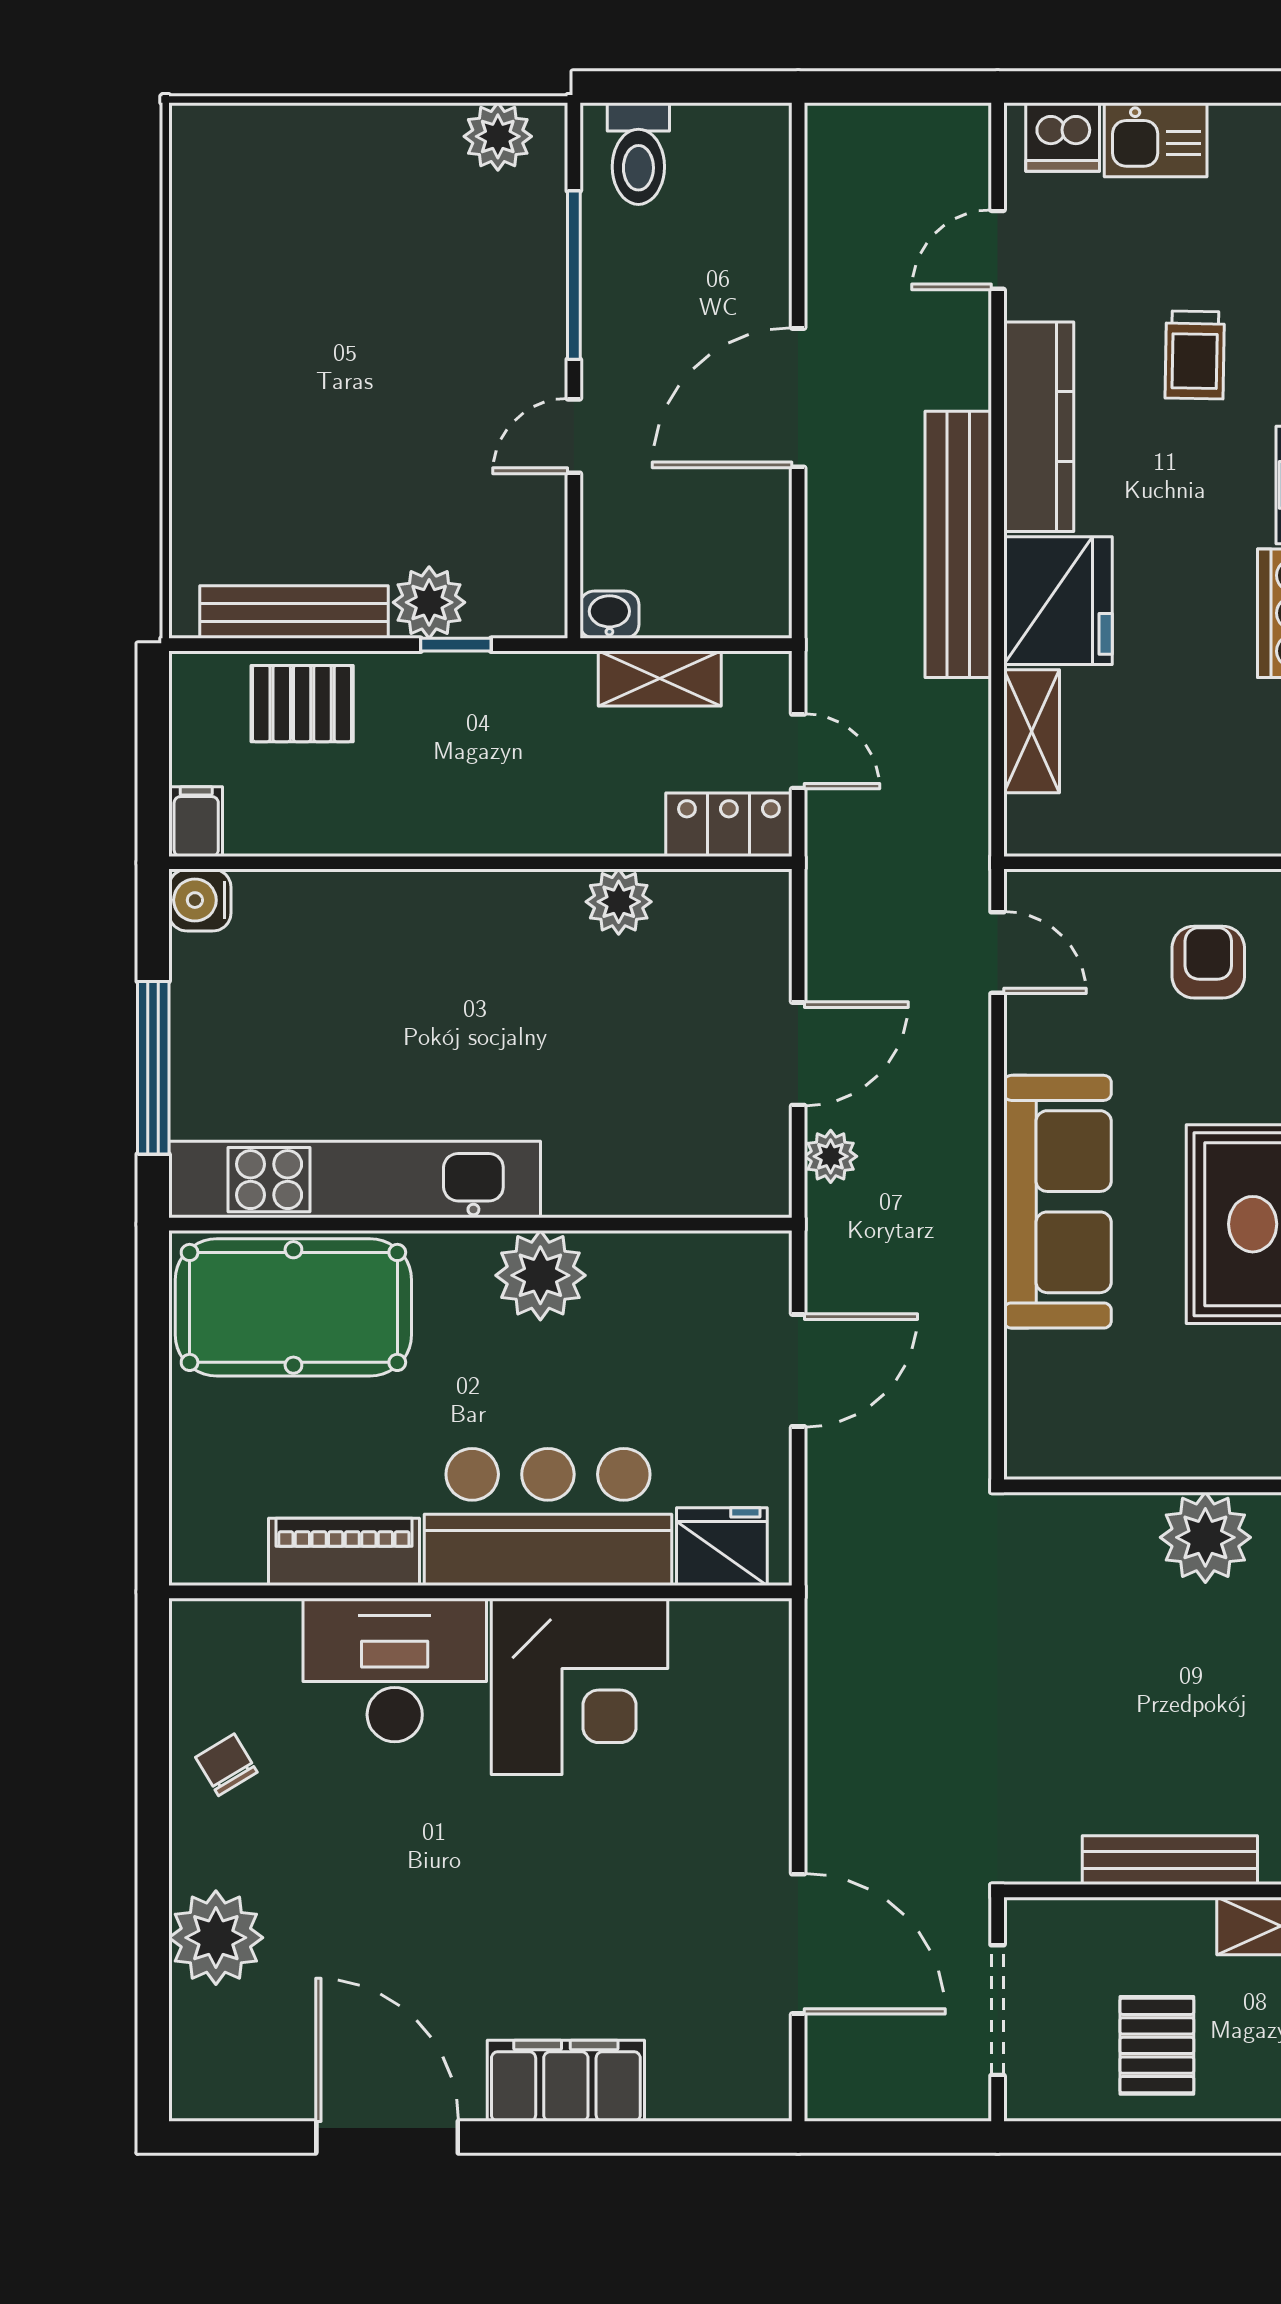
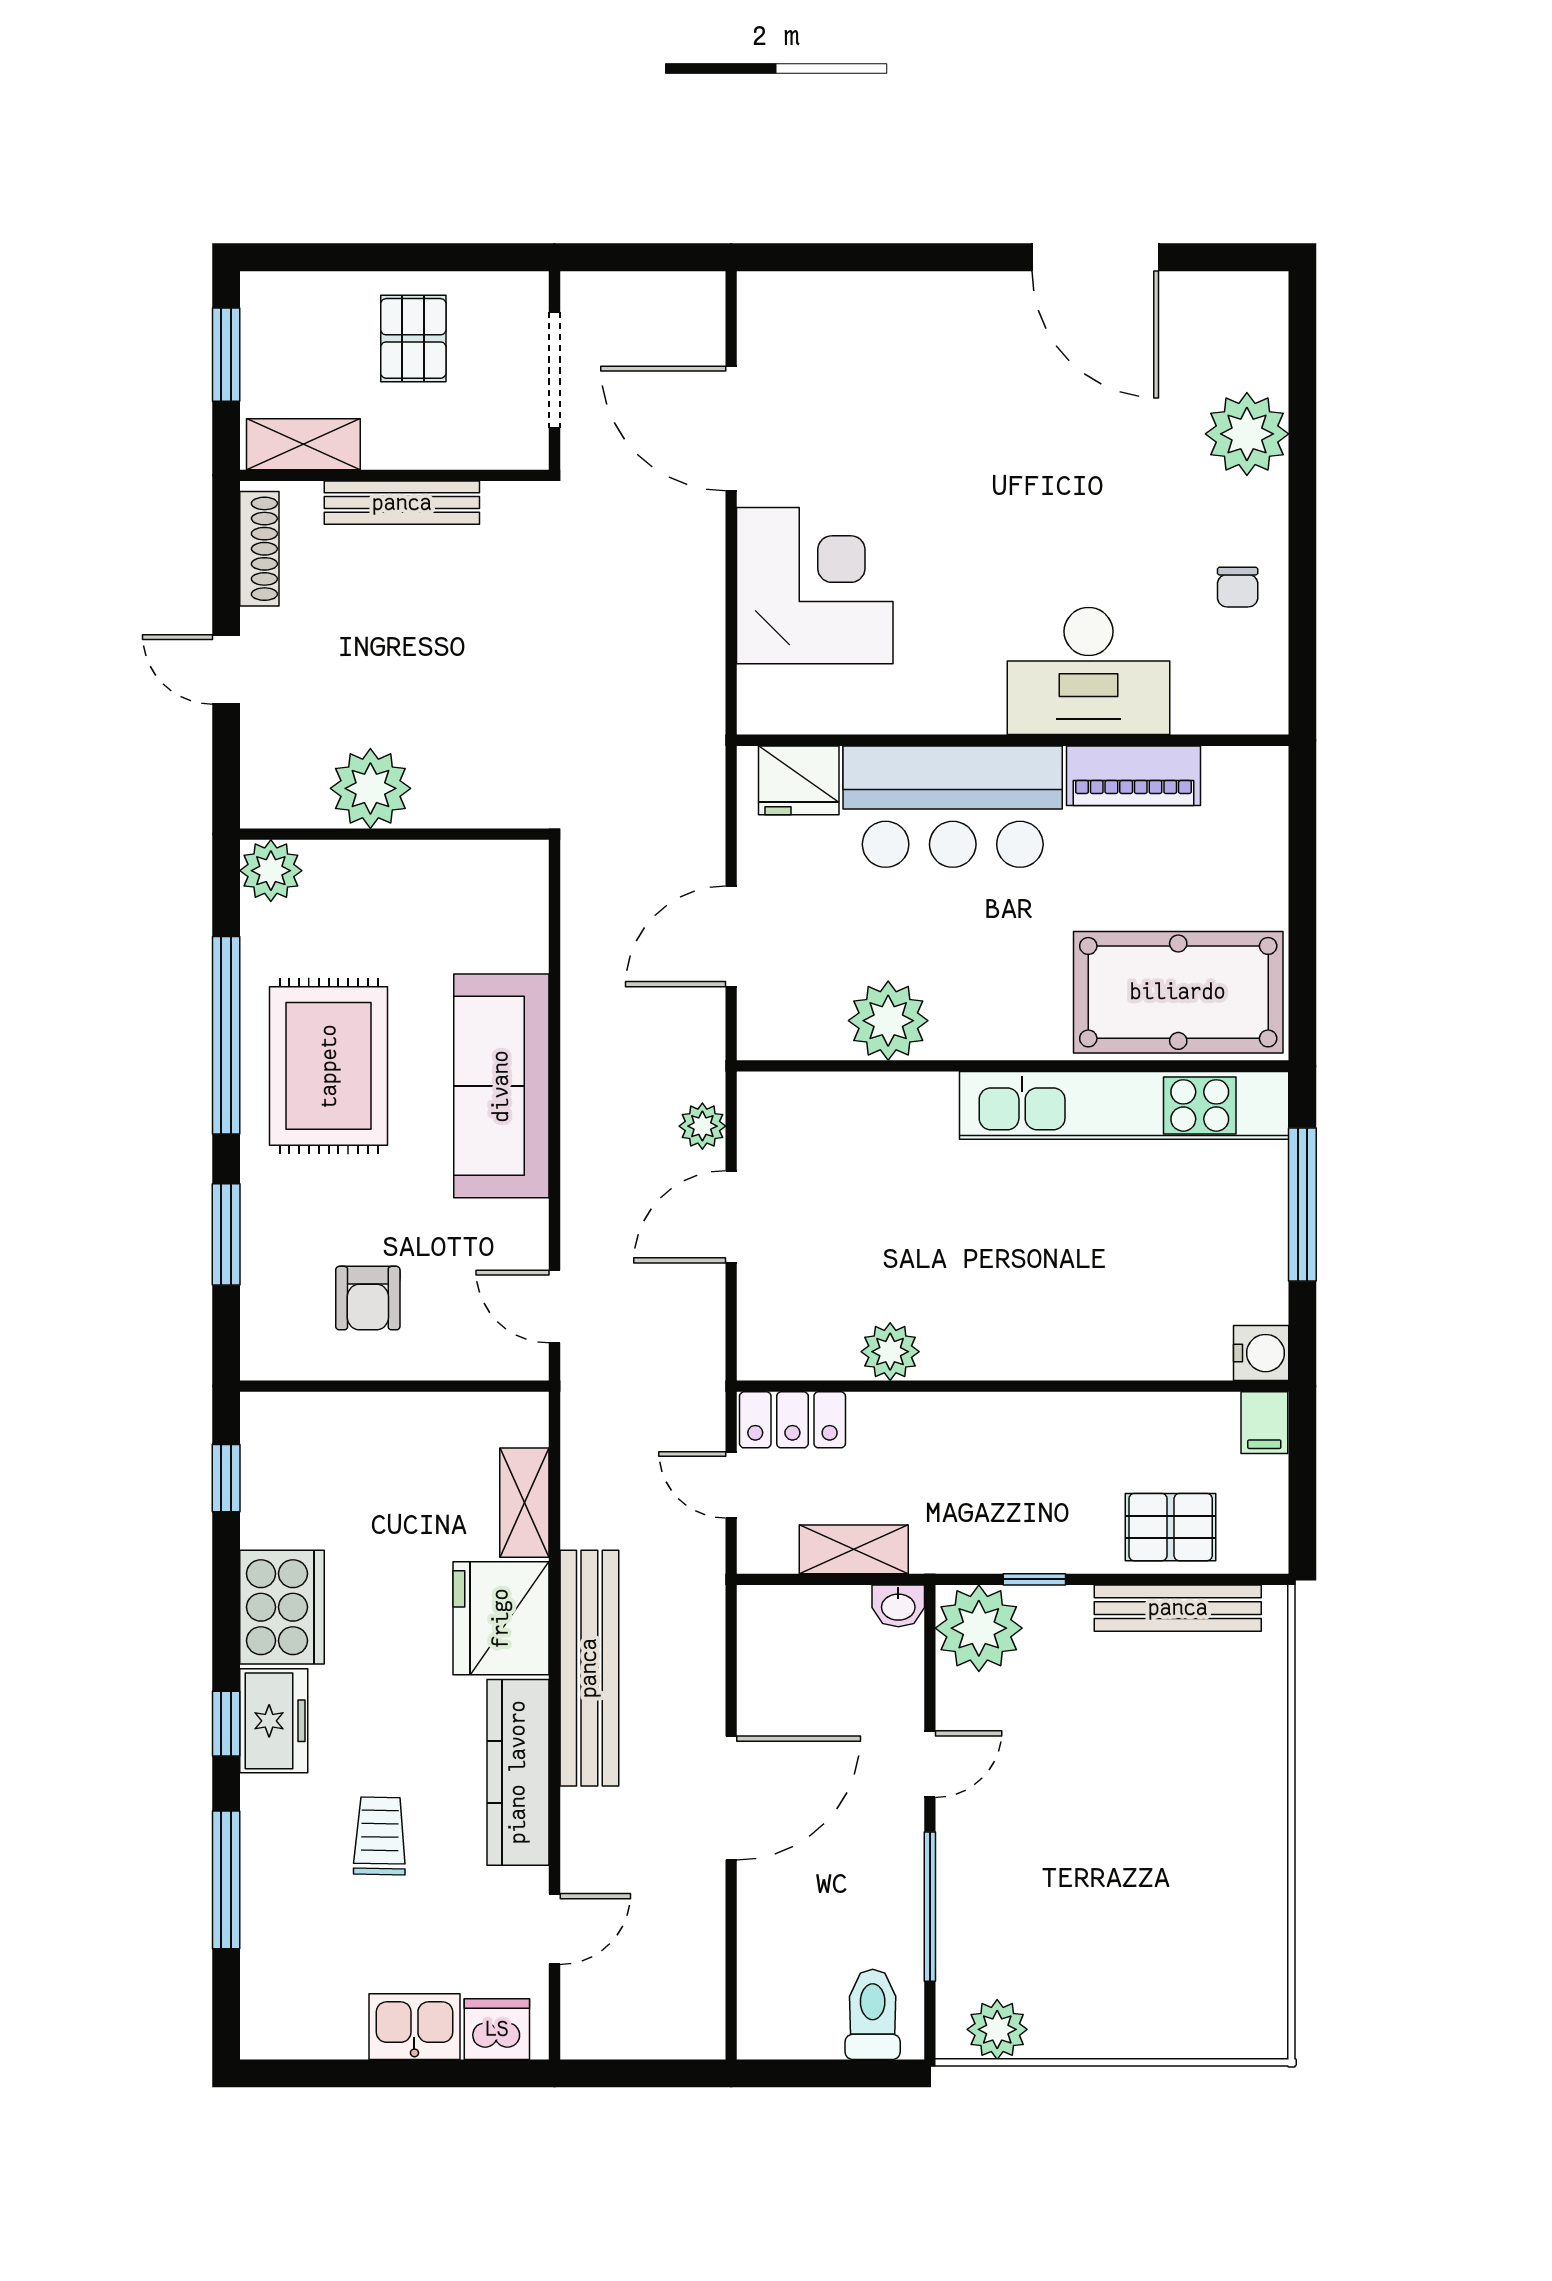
plant: (429, 602) -> (979, 1628), moved, width x1.36, depth x1.36
plant: (540, 1275) -> (888, 1021), moved
corner desk: (579, 1686) -> (815, 586), moved, turned 90
chair: (226, 1765) -> (1238, 587), turned 31
filing cabinet: (566, 2081) -> (937, 307), removed

